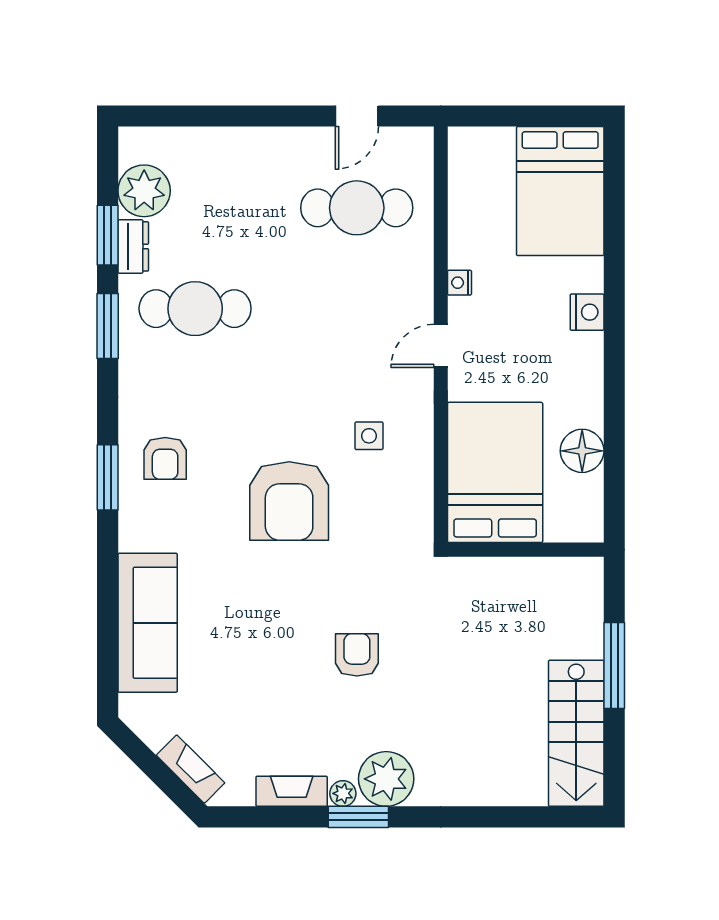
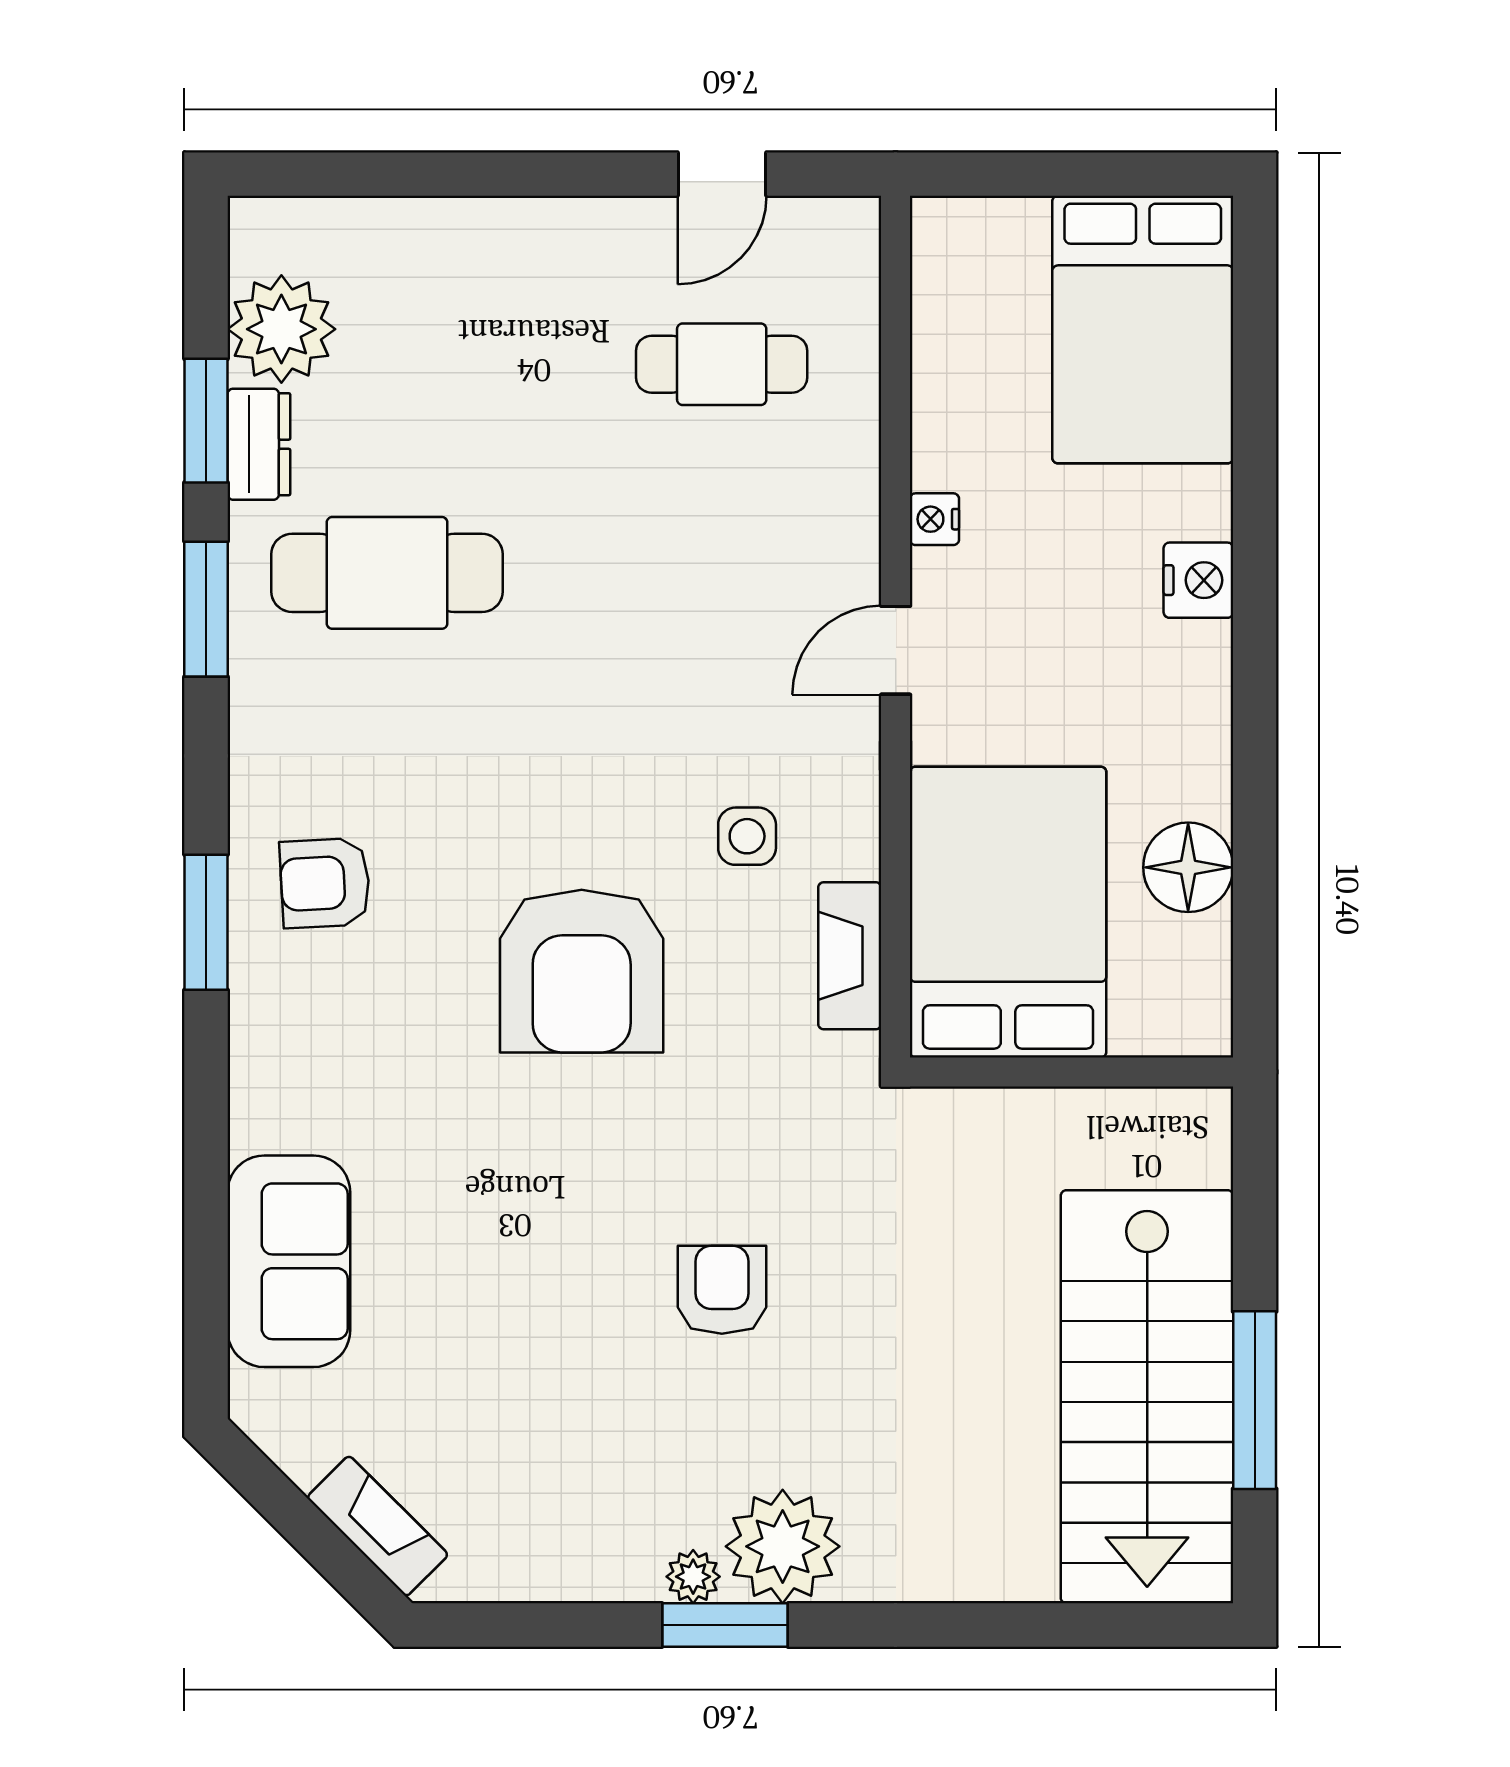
cafe table: (357, 208) -> (722, 364), width x0.73, depth x0.74
armchair: (165, 458) -> (325, 883), turned 87
sofa: (148, 623) -> (289, 1261), width x0.73
window: (614, 665) -> (1255, 1400), moved
stairs: (576, 733) -> (1147, 1397), width x1.36, depth x1.51
fireplace: (292, 791) -> (850, 956), moved, turned -90

